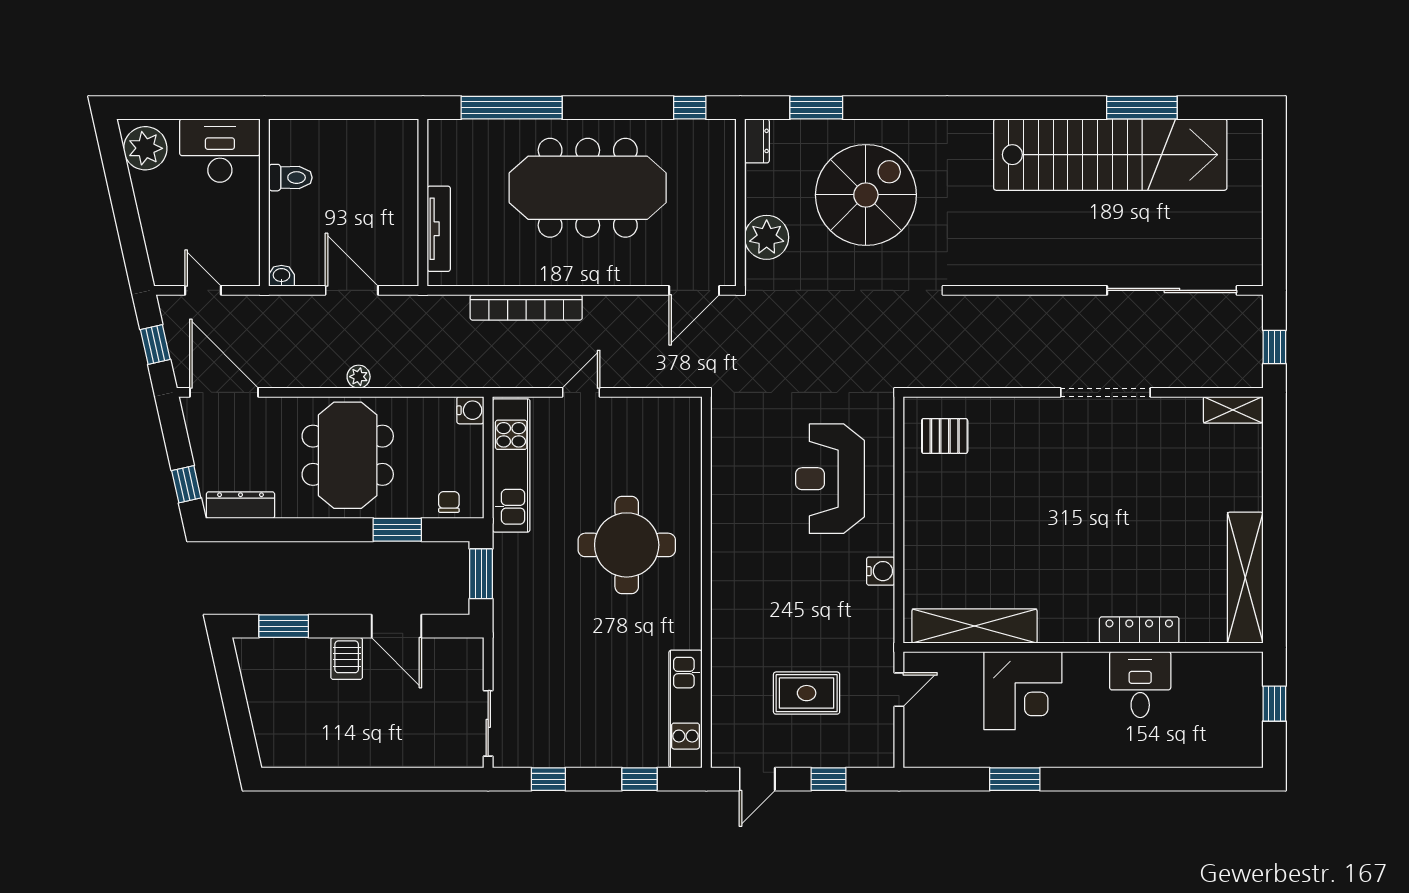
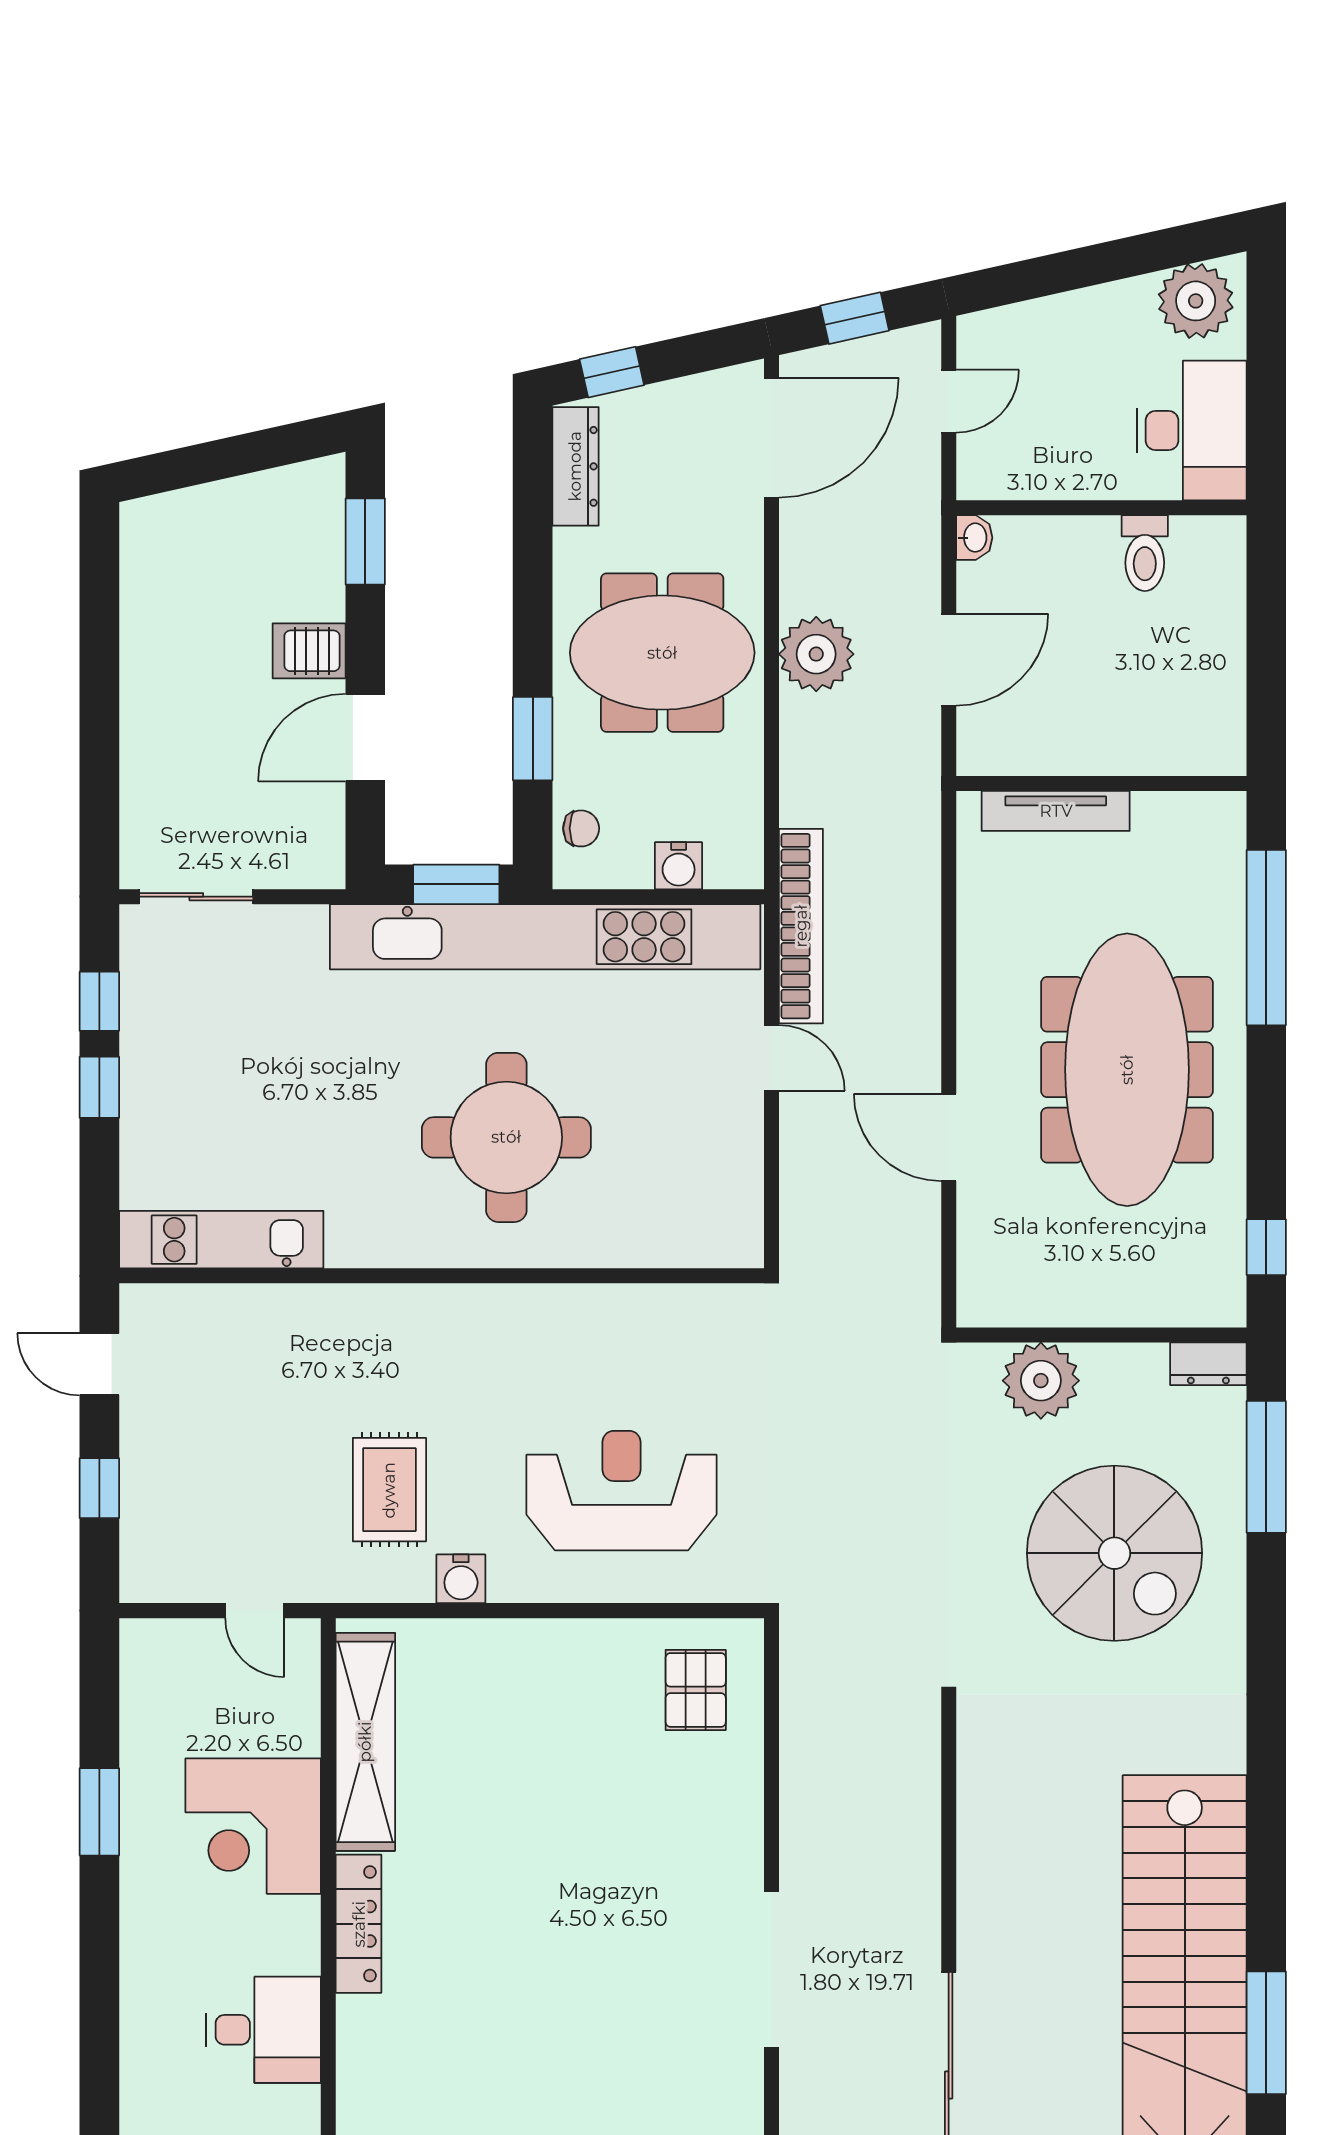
window: (816, 108) -> (1266, 1467), width x1.44
door: (694, 290) -> (949, 1137), moved
bookcase: (526, 307) -> (801, 926), moved, turned 180
plant: (359, 377) -> (816, 654), width x1.87, depth x1.87
water cooler: (470, 410) -> (679, 866), moved
kitchen unit: (511, 465) -> (545, 937), width x1.86
locker: (1139, 630) -> (359, 1924), moved
rug: (807, 693) -> (389, 1490), moved
window: (640, 779) -> (99, 1087), moved

